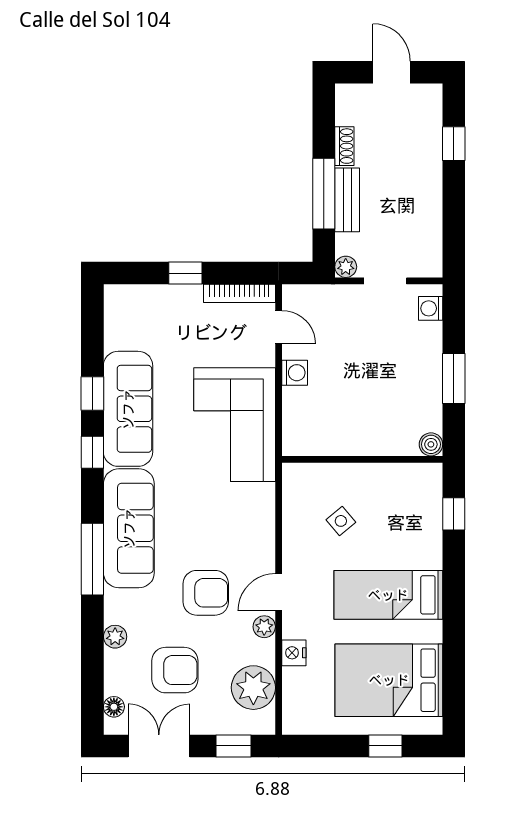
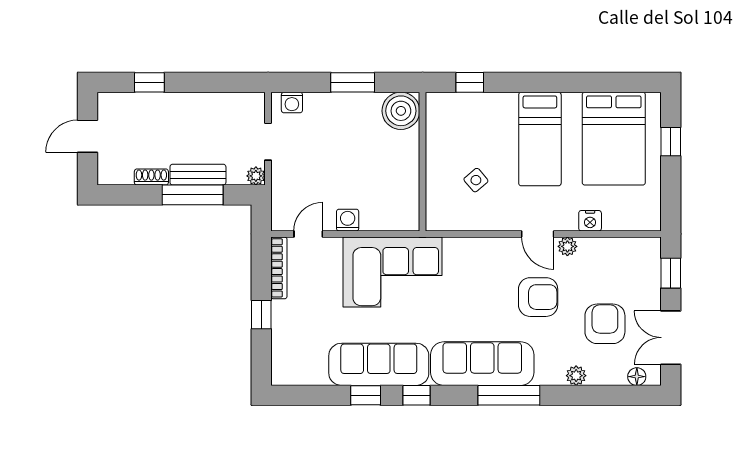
boiler: (431, 444) -> (401, 111), width x1.86, depth x1.86
armchair: (206, 593) -> (538, 297), turned 90
plant: (253, 688) -> (620, 256), removed

